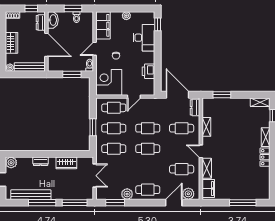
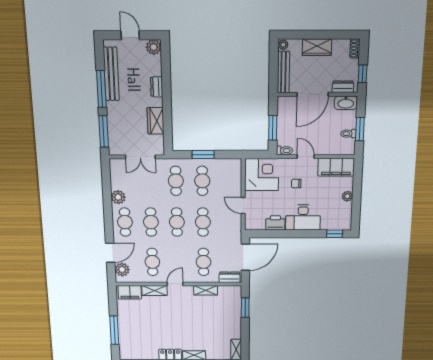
desk: (144, 38) -> (303, 218), moved
cafe table: (114, 108) -> (151, 222), moved
window: (115, 203) -> (106, 183), removed
door: (174, 203) -> (110, 253), hinge flipped

